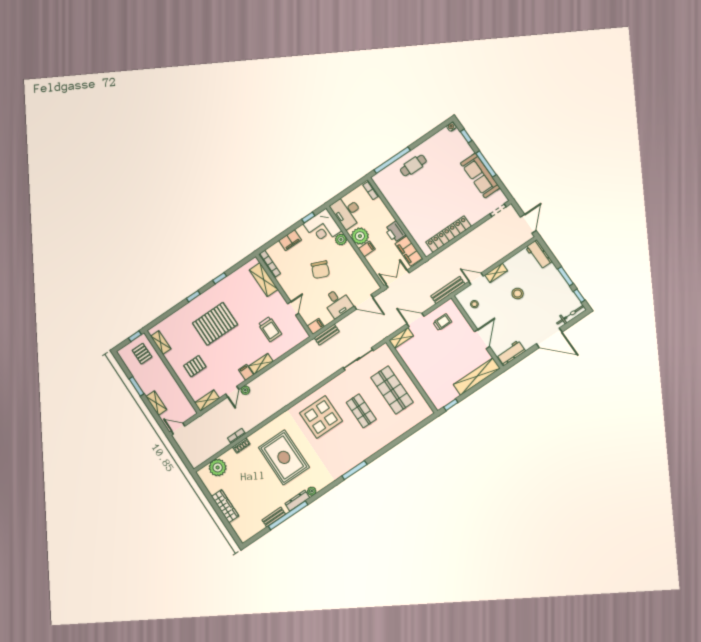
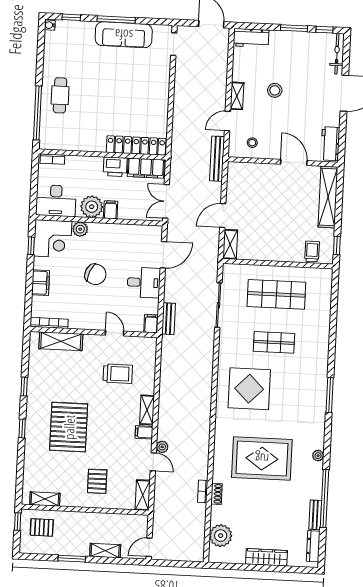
locker: (449, 234) -> (136, 145), moved, turned 90
trolley: (442, 322) -> (312, 251), moved
dresser: (297, 501) -> (313, 546), moved

